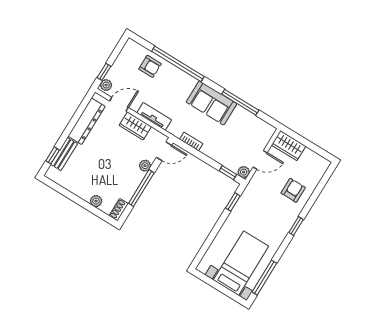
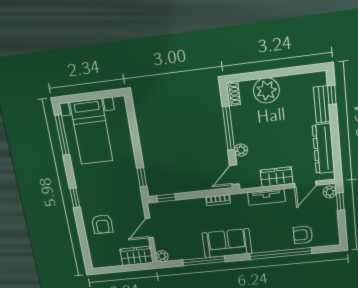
plant: (244, 172) -> (162, 256), moved
plant: (96, 201) -> (266, 90), width x1.88, depth x1.88

